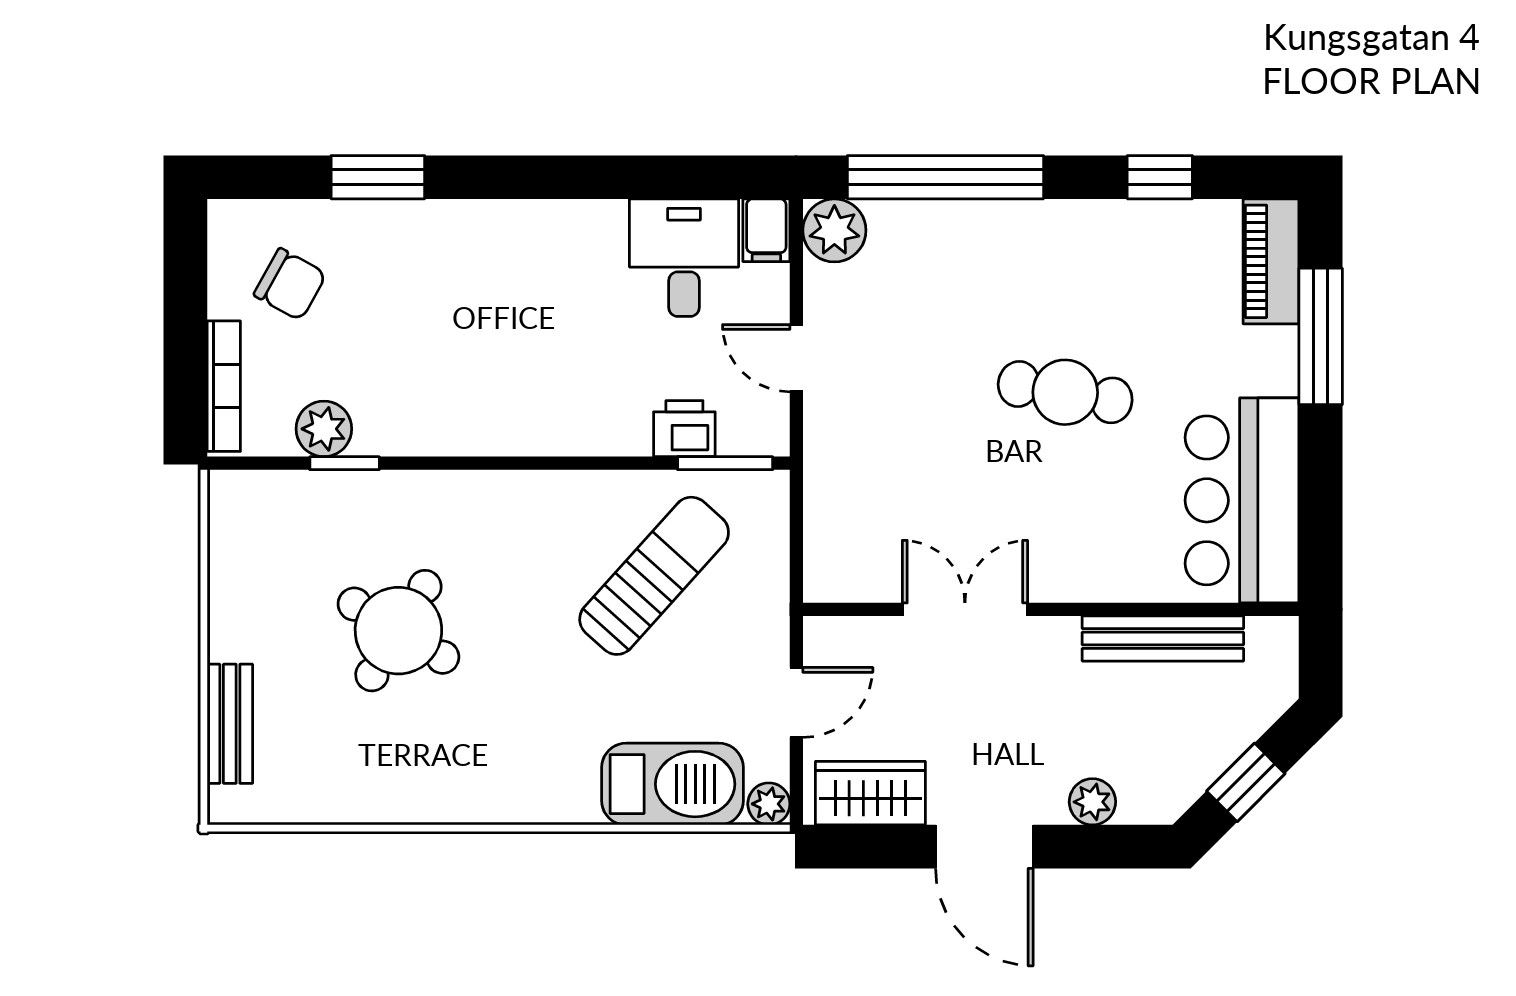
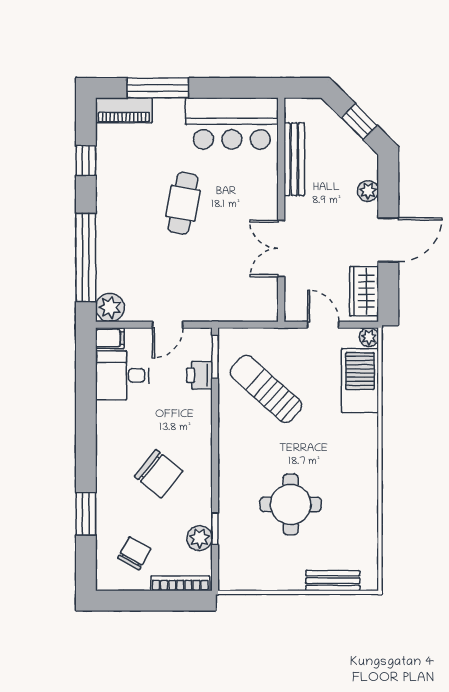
chair: (466, 338) -> (159, 474), added
round table: (398, 631) -> (291, 504), turned -31

